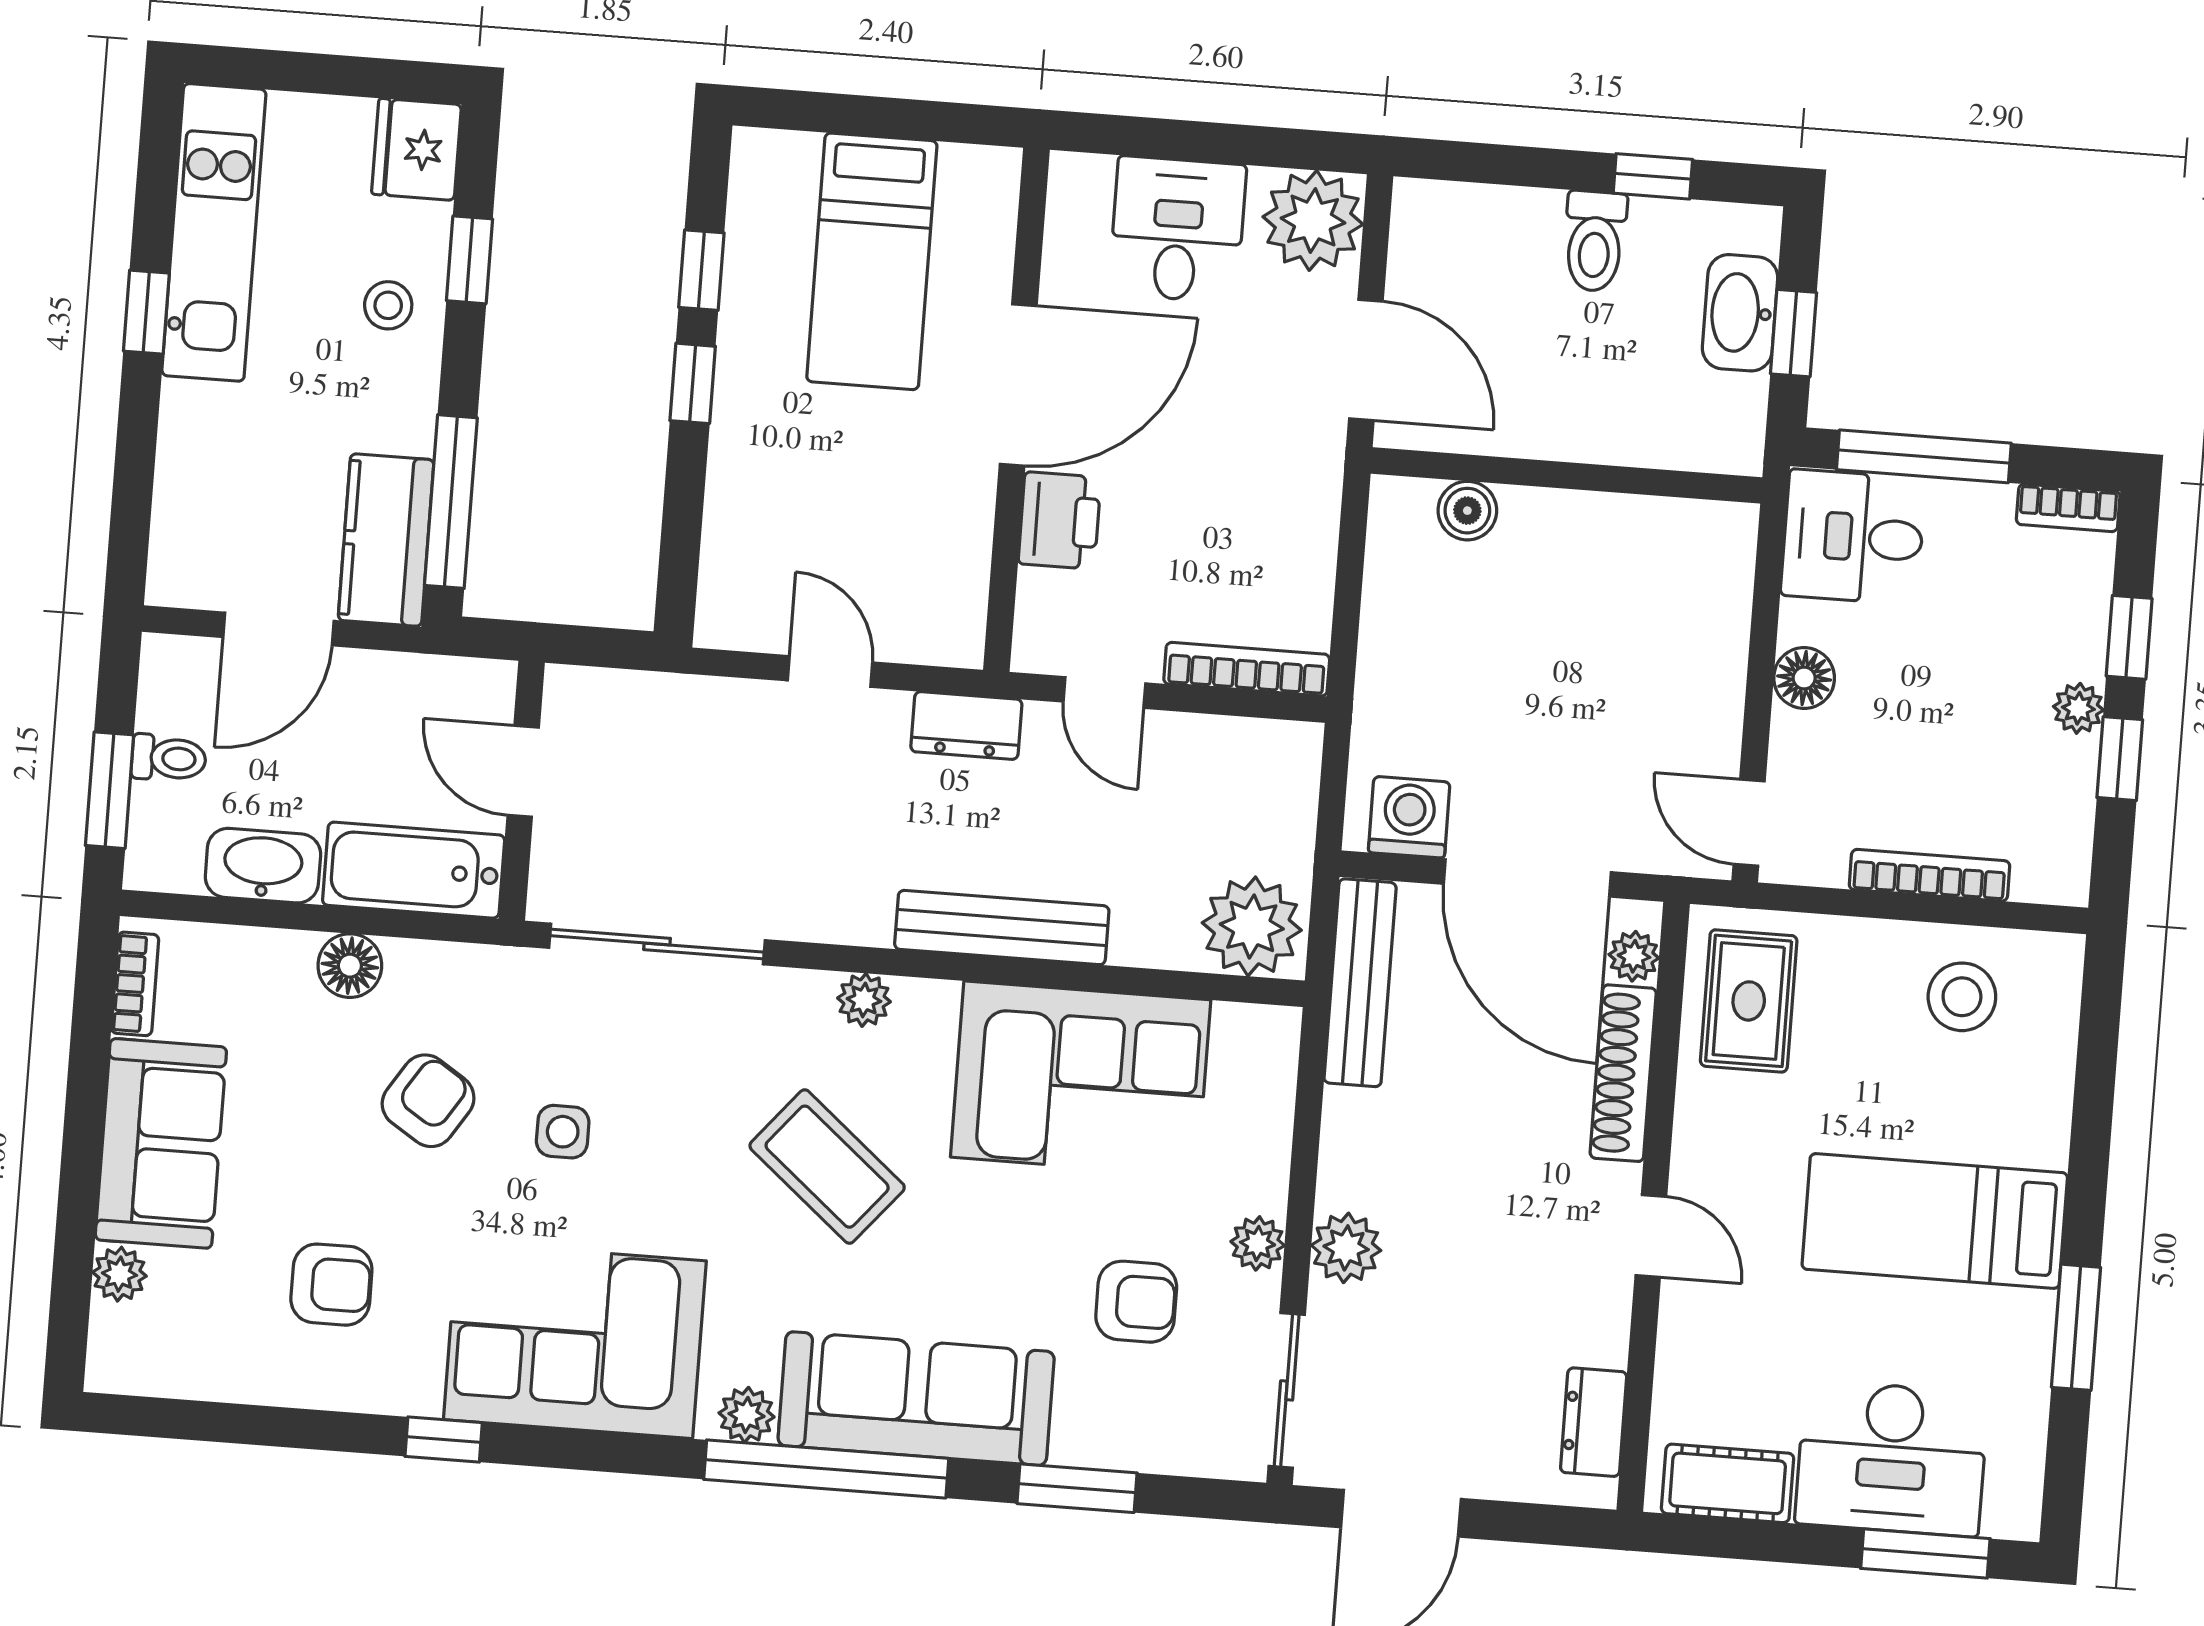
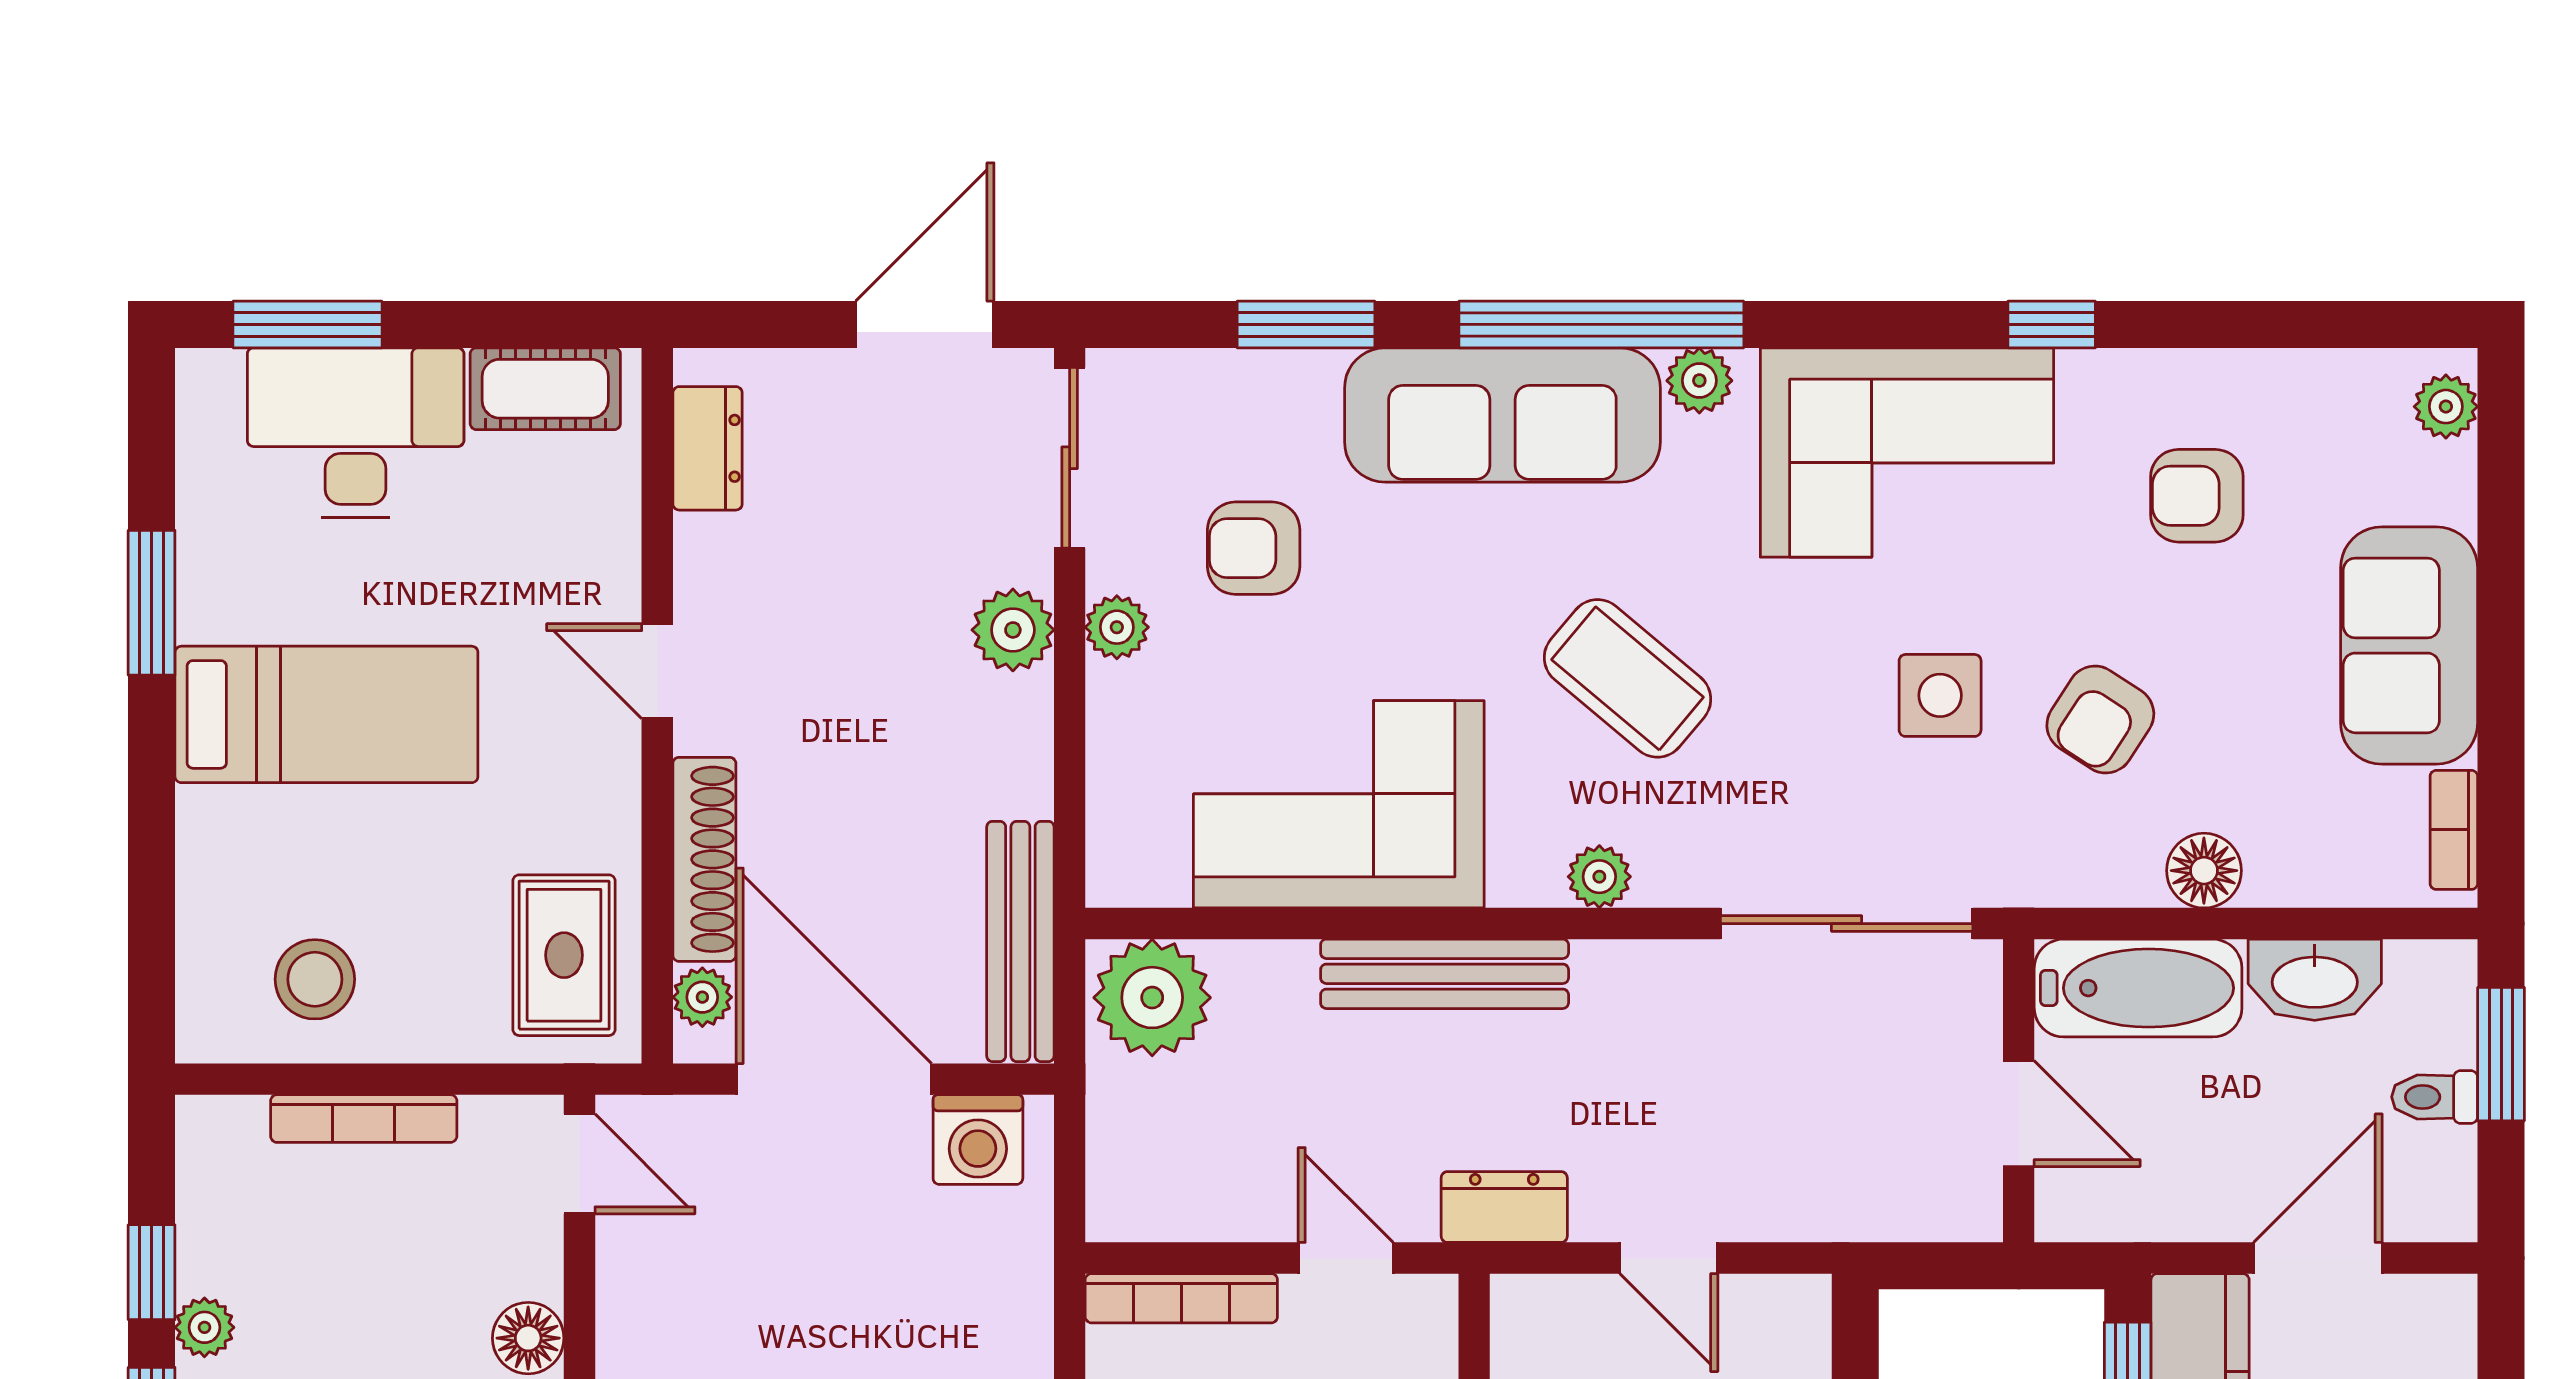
side table: (563, 1132) -> (1940, 695), width x1.37, depth x1.37
plant: (119, 1274) -> (2446, 407), moved

